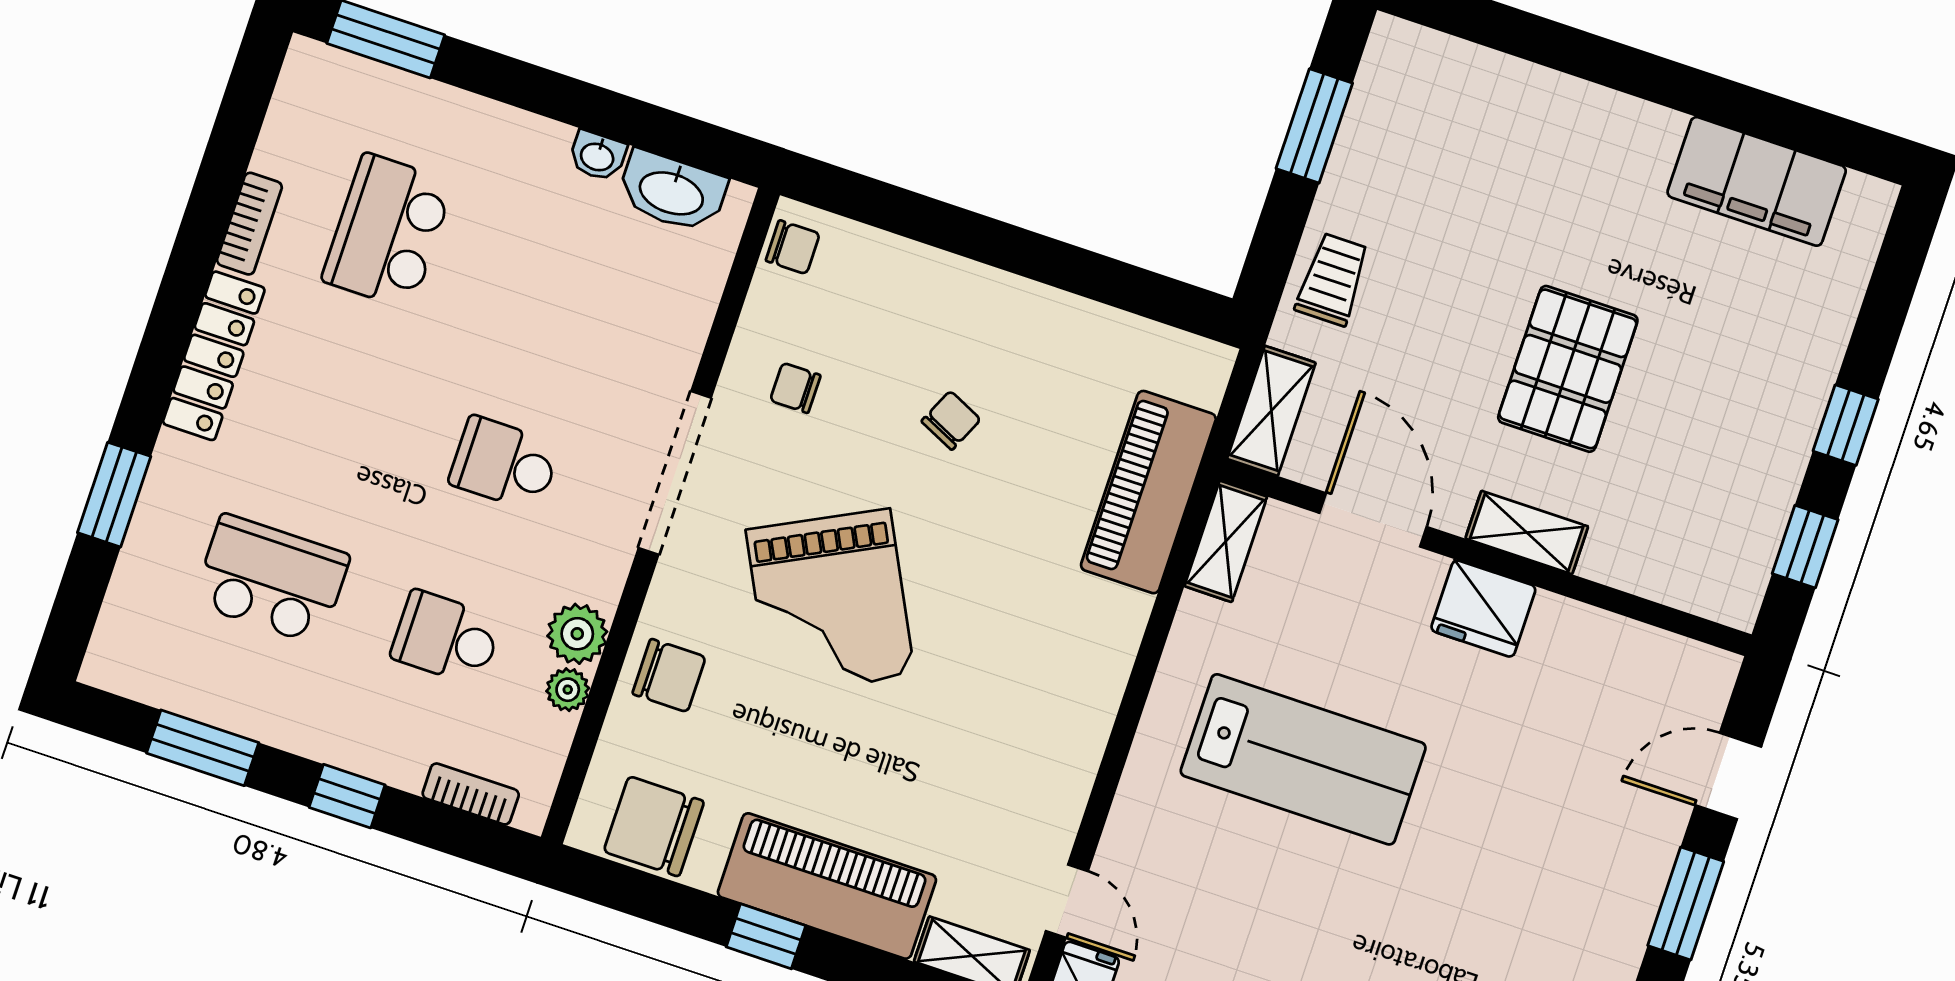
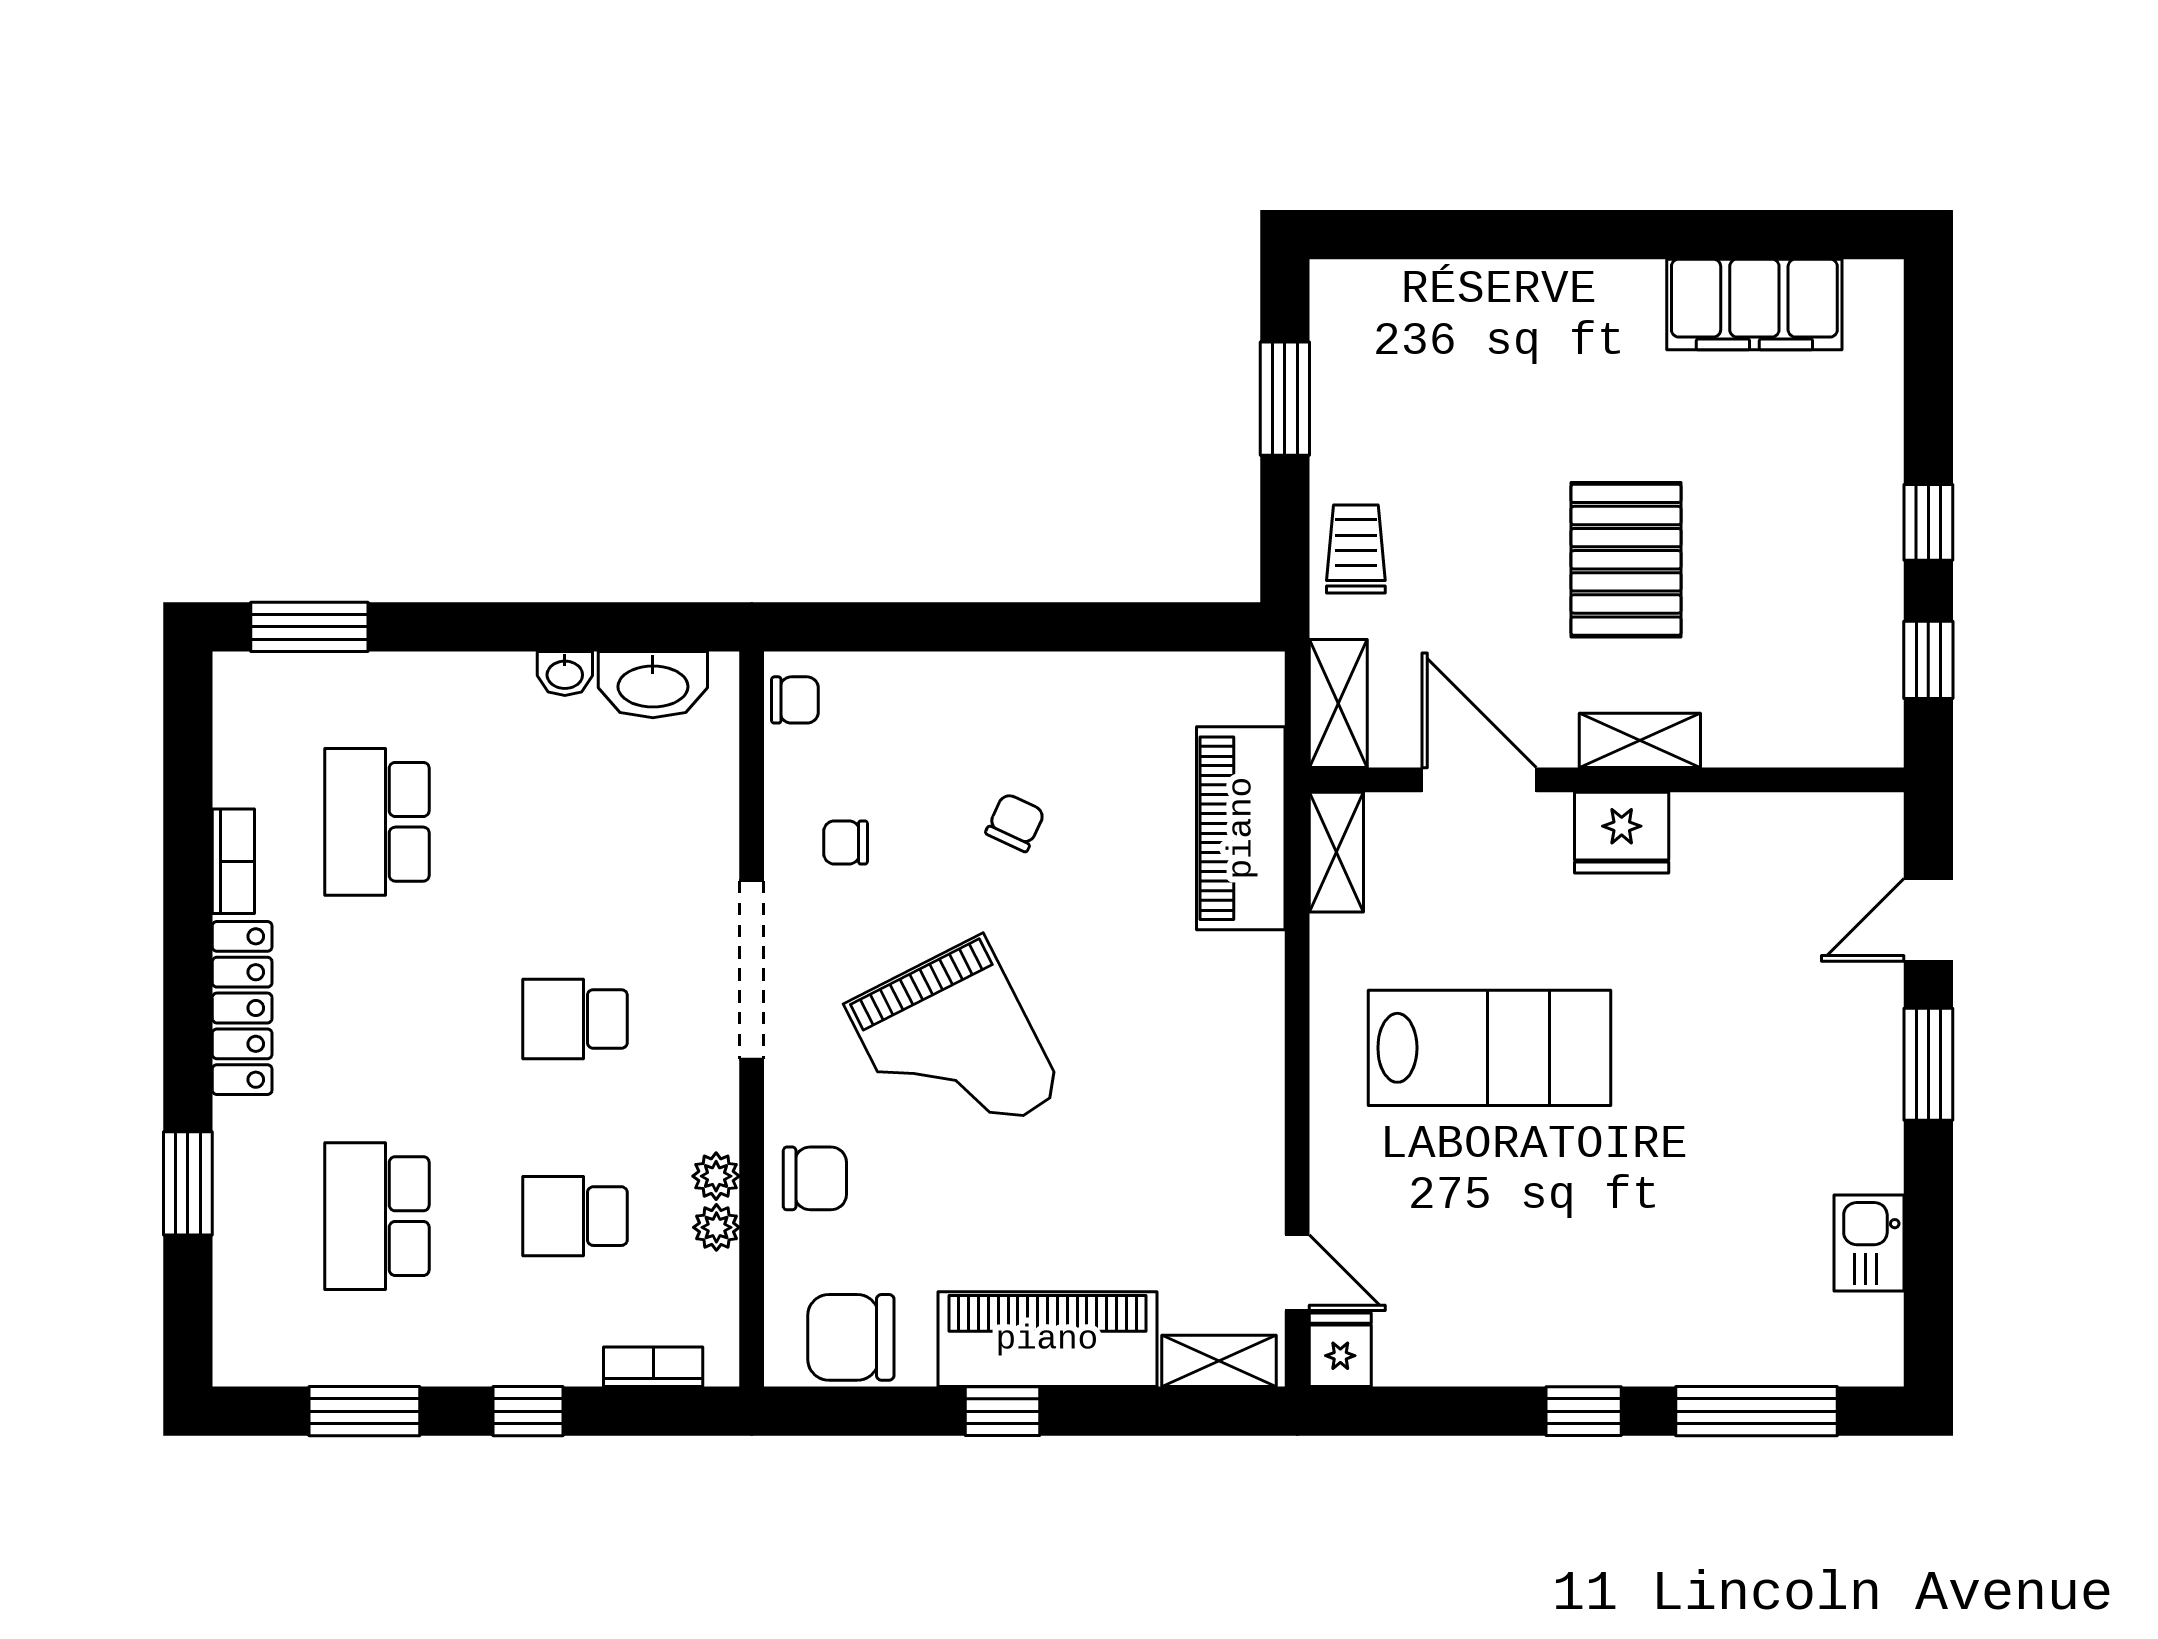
school desk: (271, 579) -> (377, 1216), turned -90
plant: (577, 634) -> (716, 1176), width x0.73, depth x0.73

